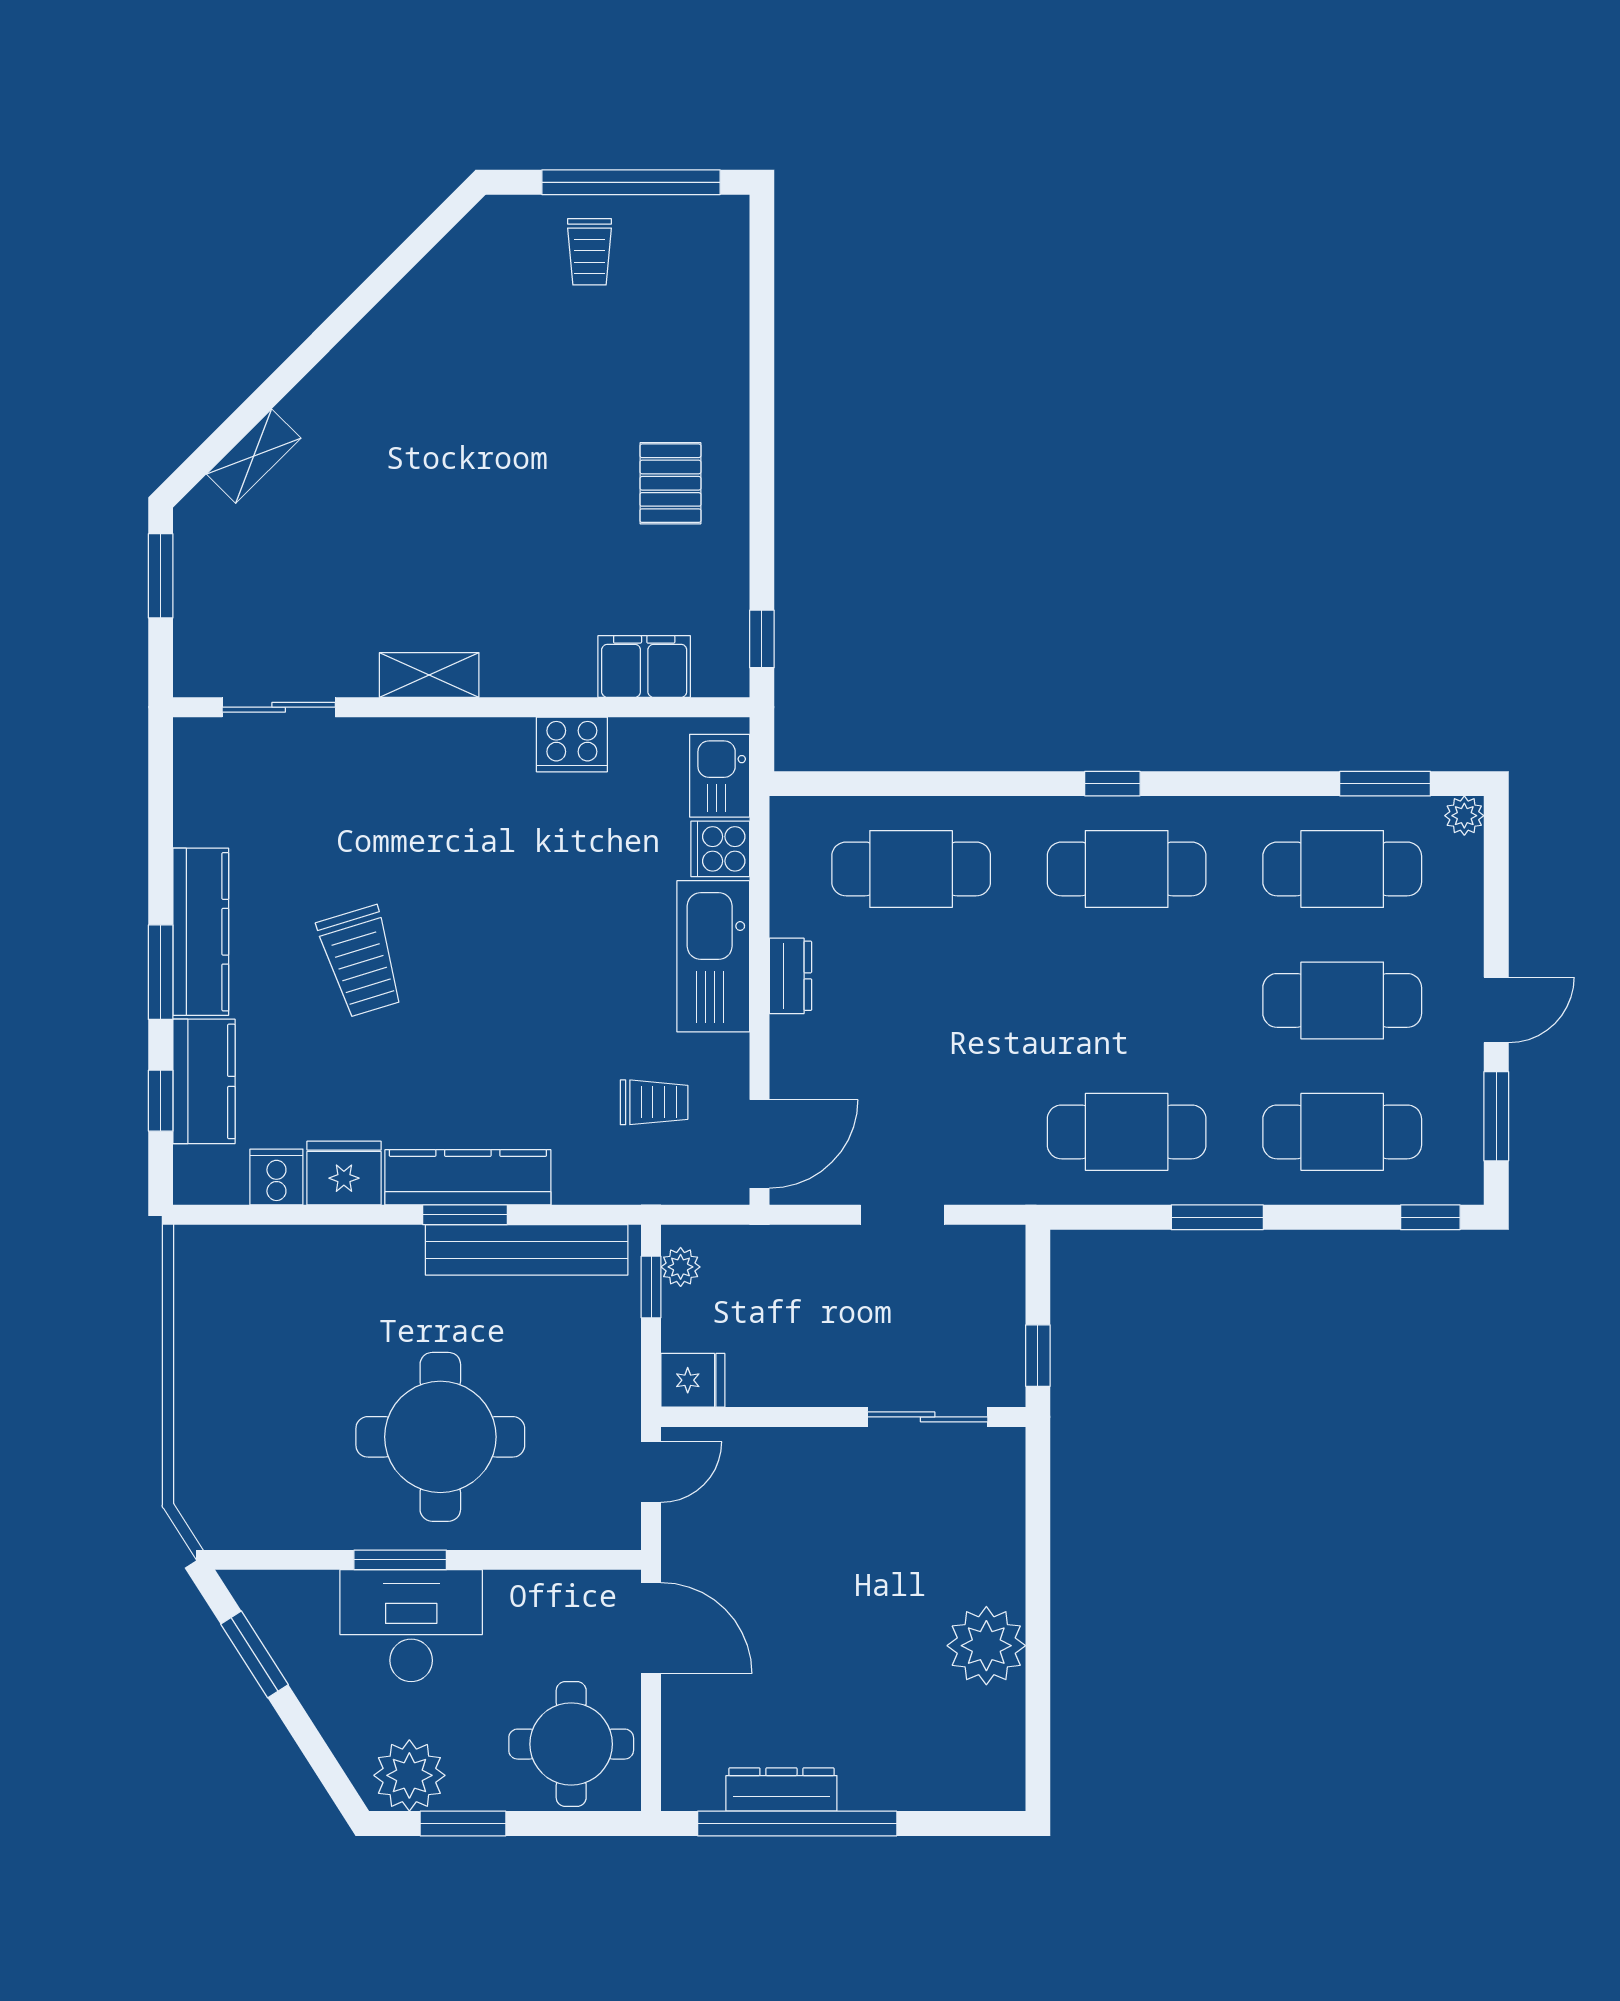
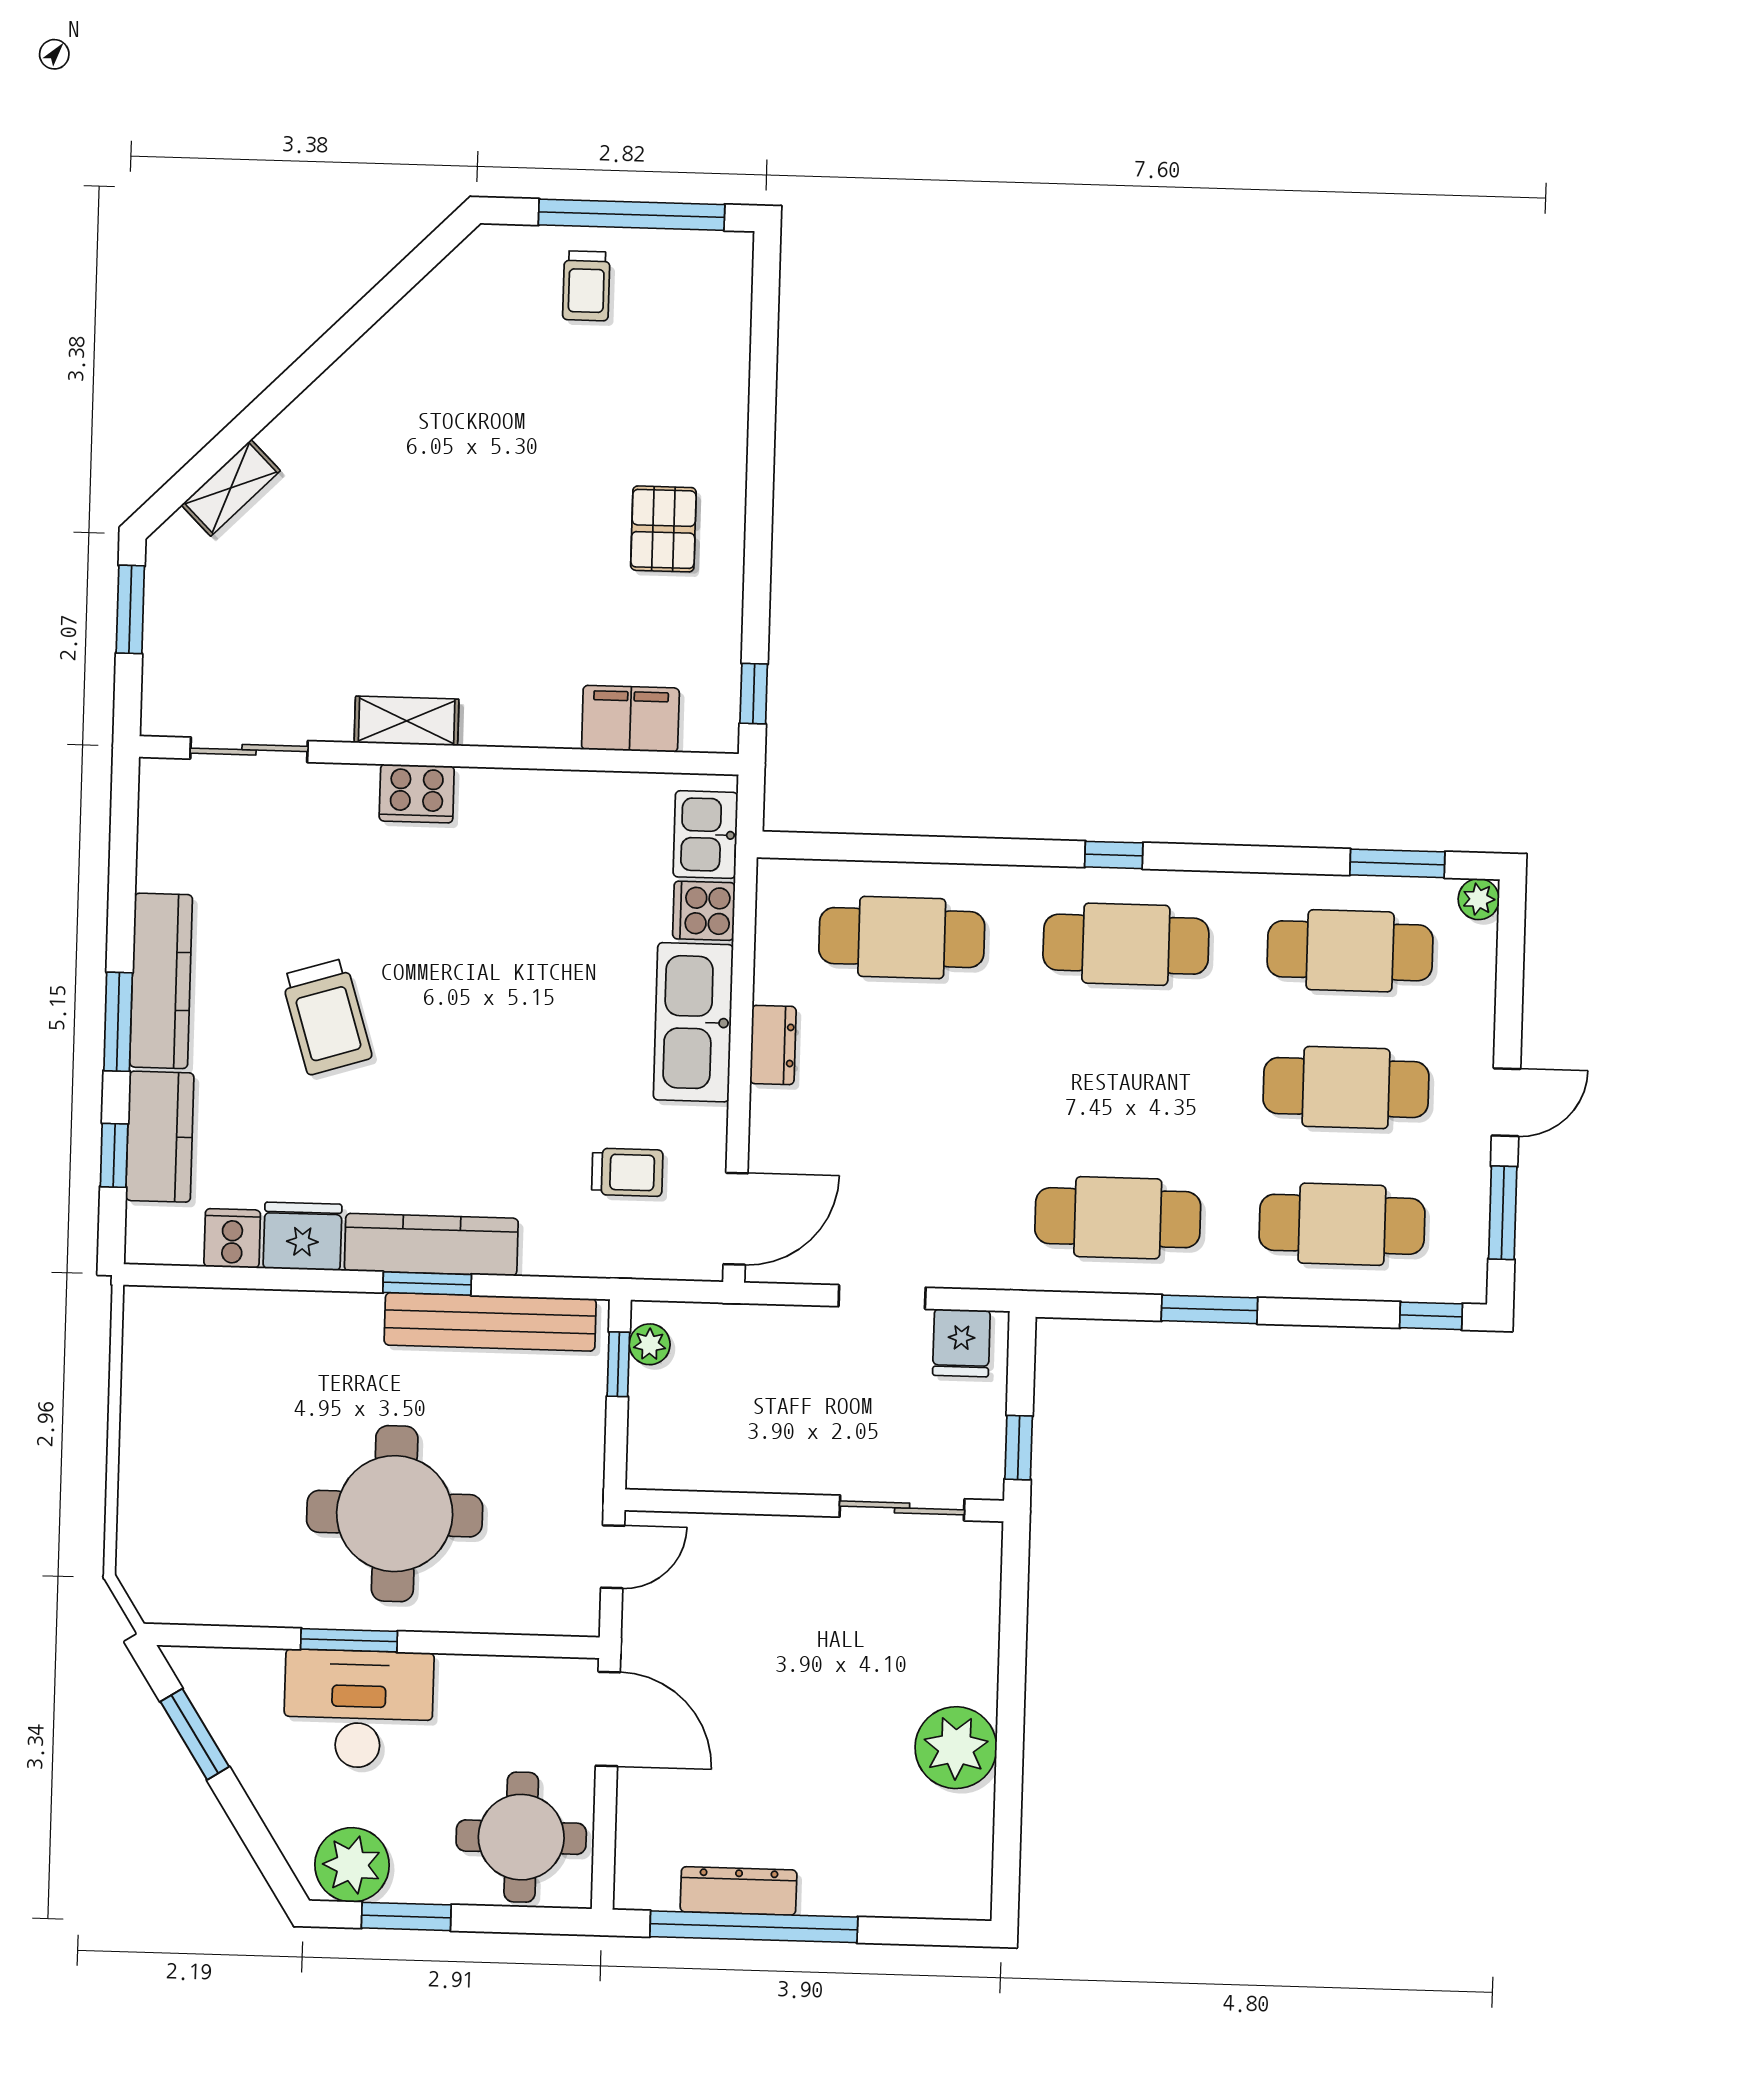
cooker: (572, 744) -> (417, 794), moved
fridge: (693, 1380) -> (961, 1343), moved, turned 90

